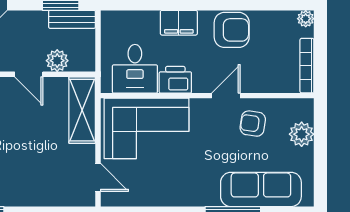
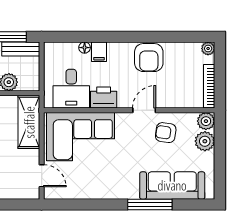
floor lamp: (152, 18) -> (85, 48), added
filing cabinet: (179, 23) -> (99, 52), width x0.50
armchair: (232, 30) -> (149, 58), turned 90
plant: (303, 109) -> (206, 121), added

